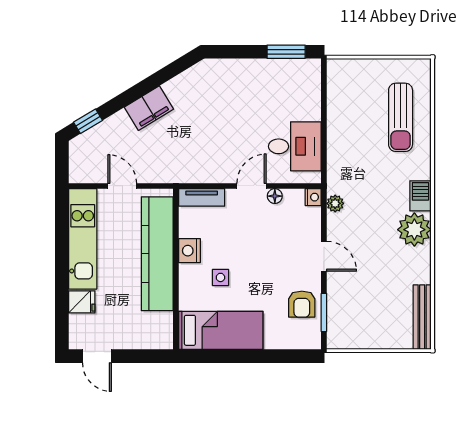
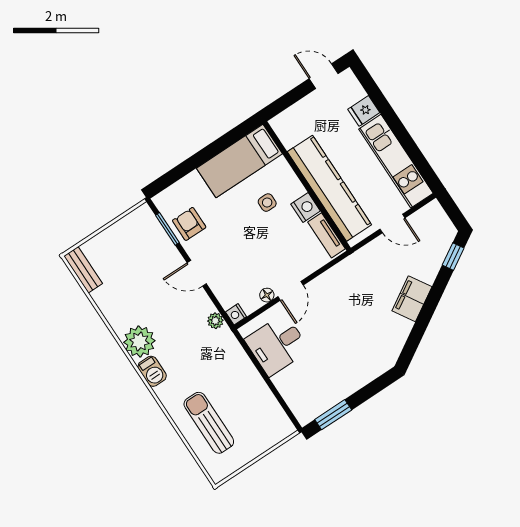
tv unit: (202, 197) -> (327, 235), moved, turned -90
bench: (422, 317) -> (83, 270), width x0.73

